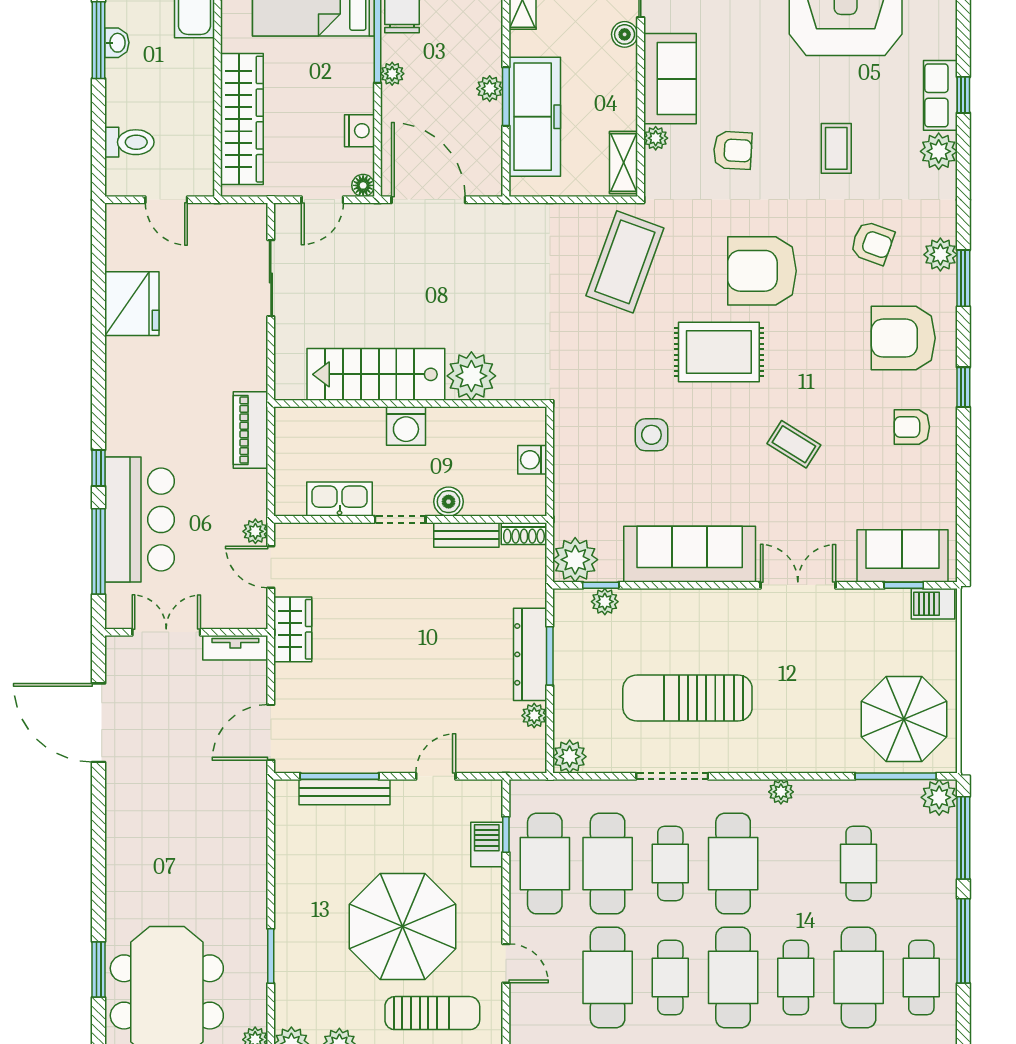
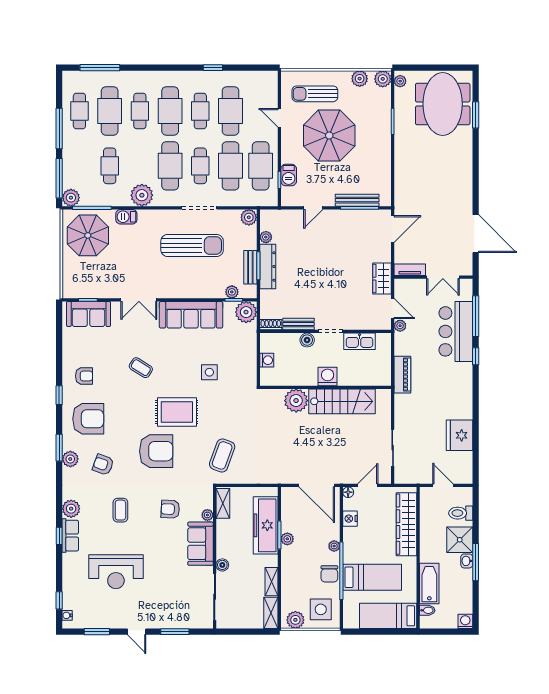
shower: (131, 87) -> (460, 540), added
coffee table: (625, 262) -> (222, 455), width x0.73, depth x0.76
barbecue: (933, 604) -> (126, 217), moved, turned 180
bench: (566, 653) -> (250, 267), added
plant: (781, 792) -> (142, 195), width x1.88, depth x1.88

